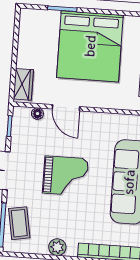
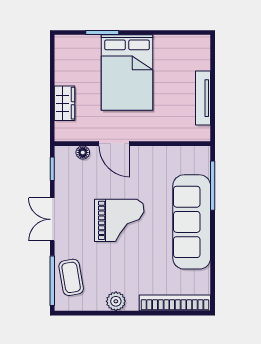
bed: (90, 46) -> (127, 73), width x0.73
wardrobe: (23, 84) -> (65, 103), moved

